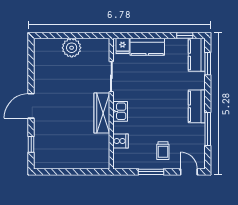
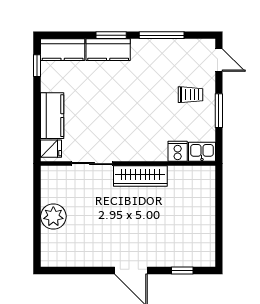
window: (208, 64) -> (111, 35), moved
kitchen counter: (197, 106) -> (108, 50), moved
kitchen sink: (120, 111) -> (202, 152), moved
door: (189, 172) -> (219, 60), swing flipped

